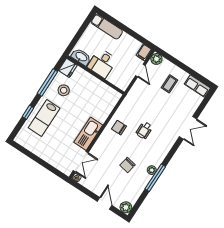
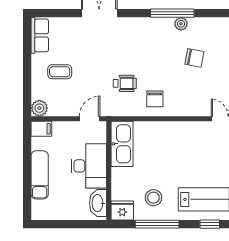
exam couch: (107, 27) -> (40, 175), moved
desk: (102, 63) -> (89, 166), width x1.37
door: (140, 70) -> (90, 119), moved
wheelchair: (144, 130) -> (125, 83), moved
kitchen sink: (88, 134) -> (122, 144), moved, turned -90
window: (155, 178) -> (172, 13), moved

